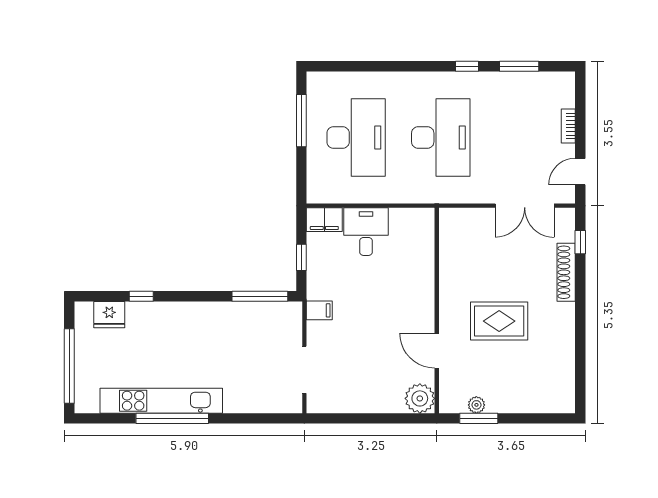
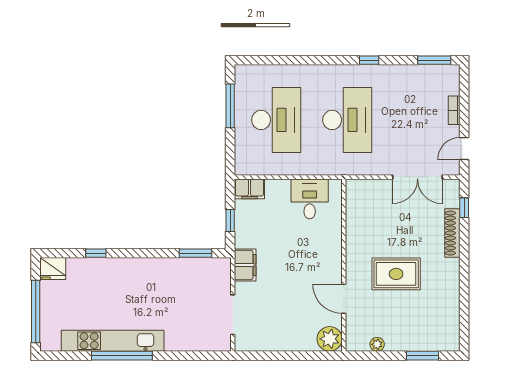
window: (519, 66) -> (434, 60), moved
desk: (366, 232) -> (310, 199), moved
window: (260, 296) -> (195, 253), width x0.69
filing cabinet: (319, 310) -> (245, 265), width x2.00
fridge: (109, 315) -> (53, 268), moved
window: (479, 418) -> (423, 356), moved

